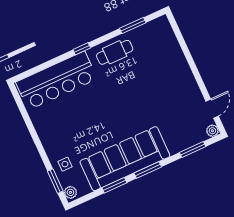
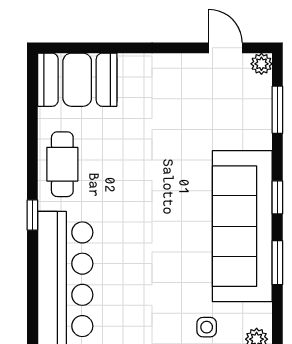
window: (133, 26) -> (32, 115), removed
booth: (161, 40) -> (77, 80), added
window: (148, 170) -> (277, 197), width x0.67

